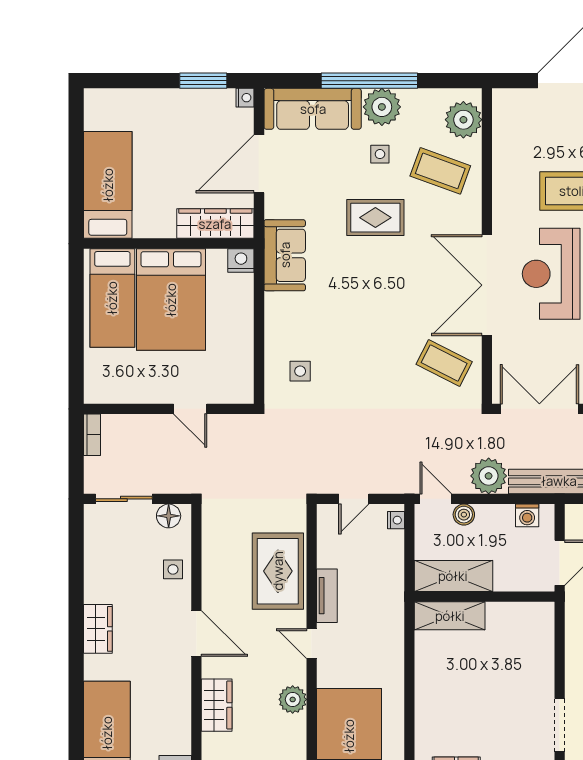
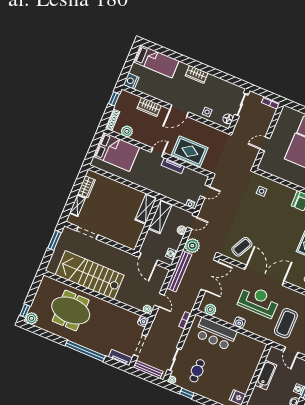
door: (354, 499) -> (205, 191), swing flipped
plant: (293, 699) -> (127, 131), moved

